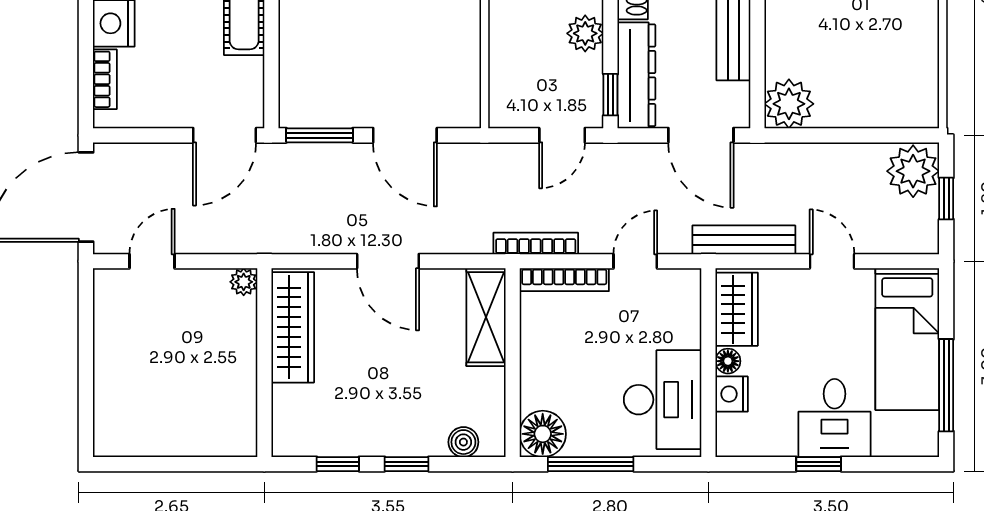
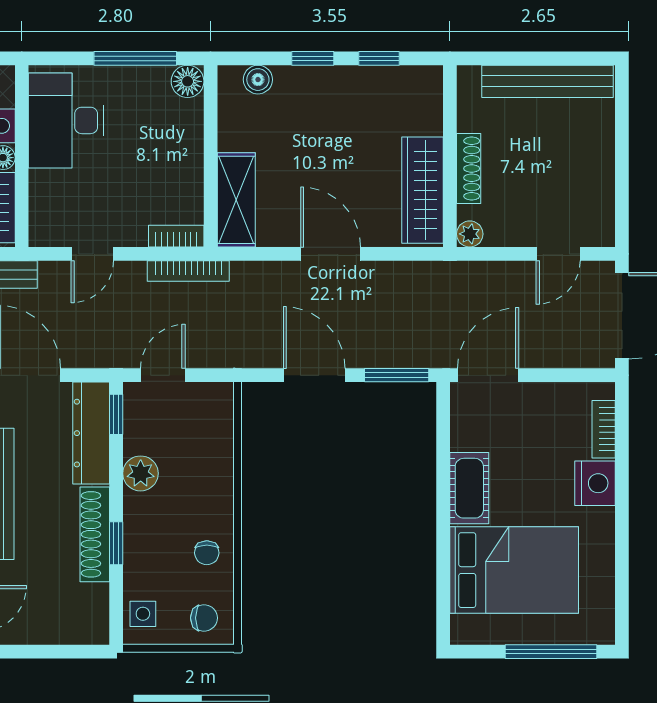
bookcase: (564, 280) -> (176, 236), width x0.64
shoe rack: (245, 350) -> (469, 169), added
floor lamp: (543, 434) -> (188, 81), width x0.73, depth x0.73
bench: (163, 440) -> (548, 81), added

